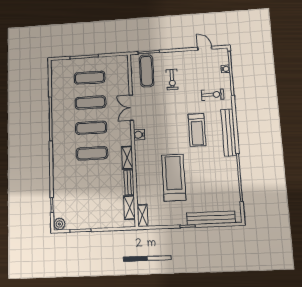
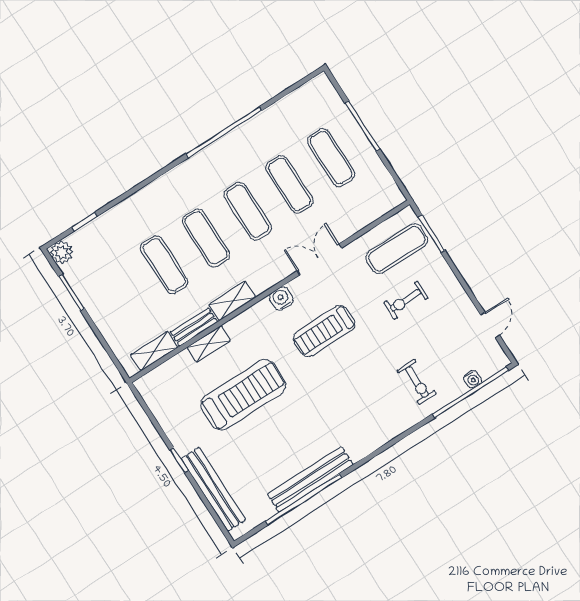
treadmill: (197, 130) -> (324, 331), moved
bench: (229, 132) -> (310, 479), moved
exercise mat: (93, 180) -> (164, 265), added
shelving: (142, 216) -> (209, 344), moved

